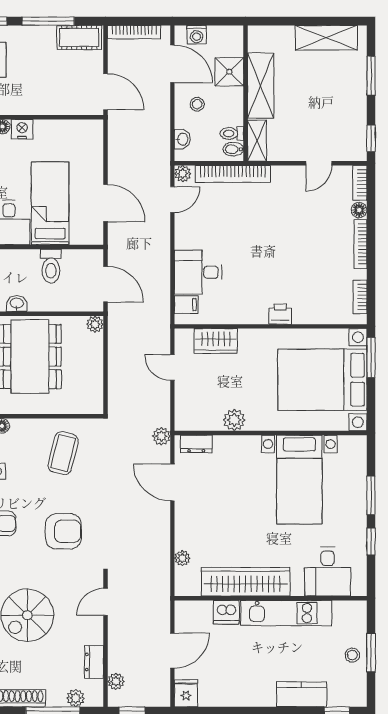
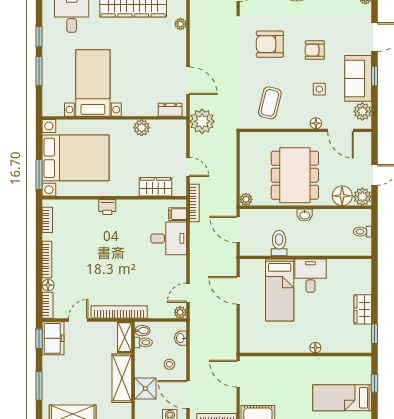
nightstand: (22, 129) -> (301, 346), removed
freezer: (352, 139) -> (53, 338), added
bookcase: (233, 174) -> (119, 312), moved
bookcase: (164, 319) -> (194, 203), added
plant: (161, 436) -> (202, 121), width x1.88, depth x1.88

